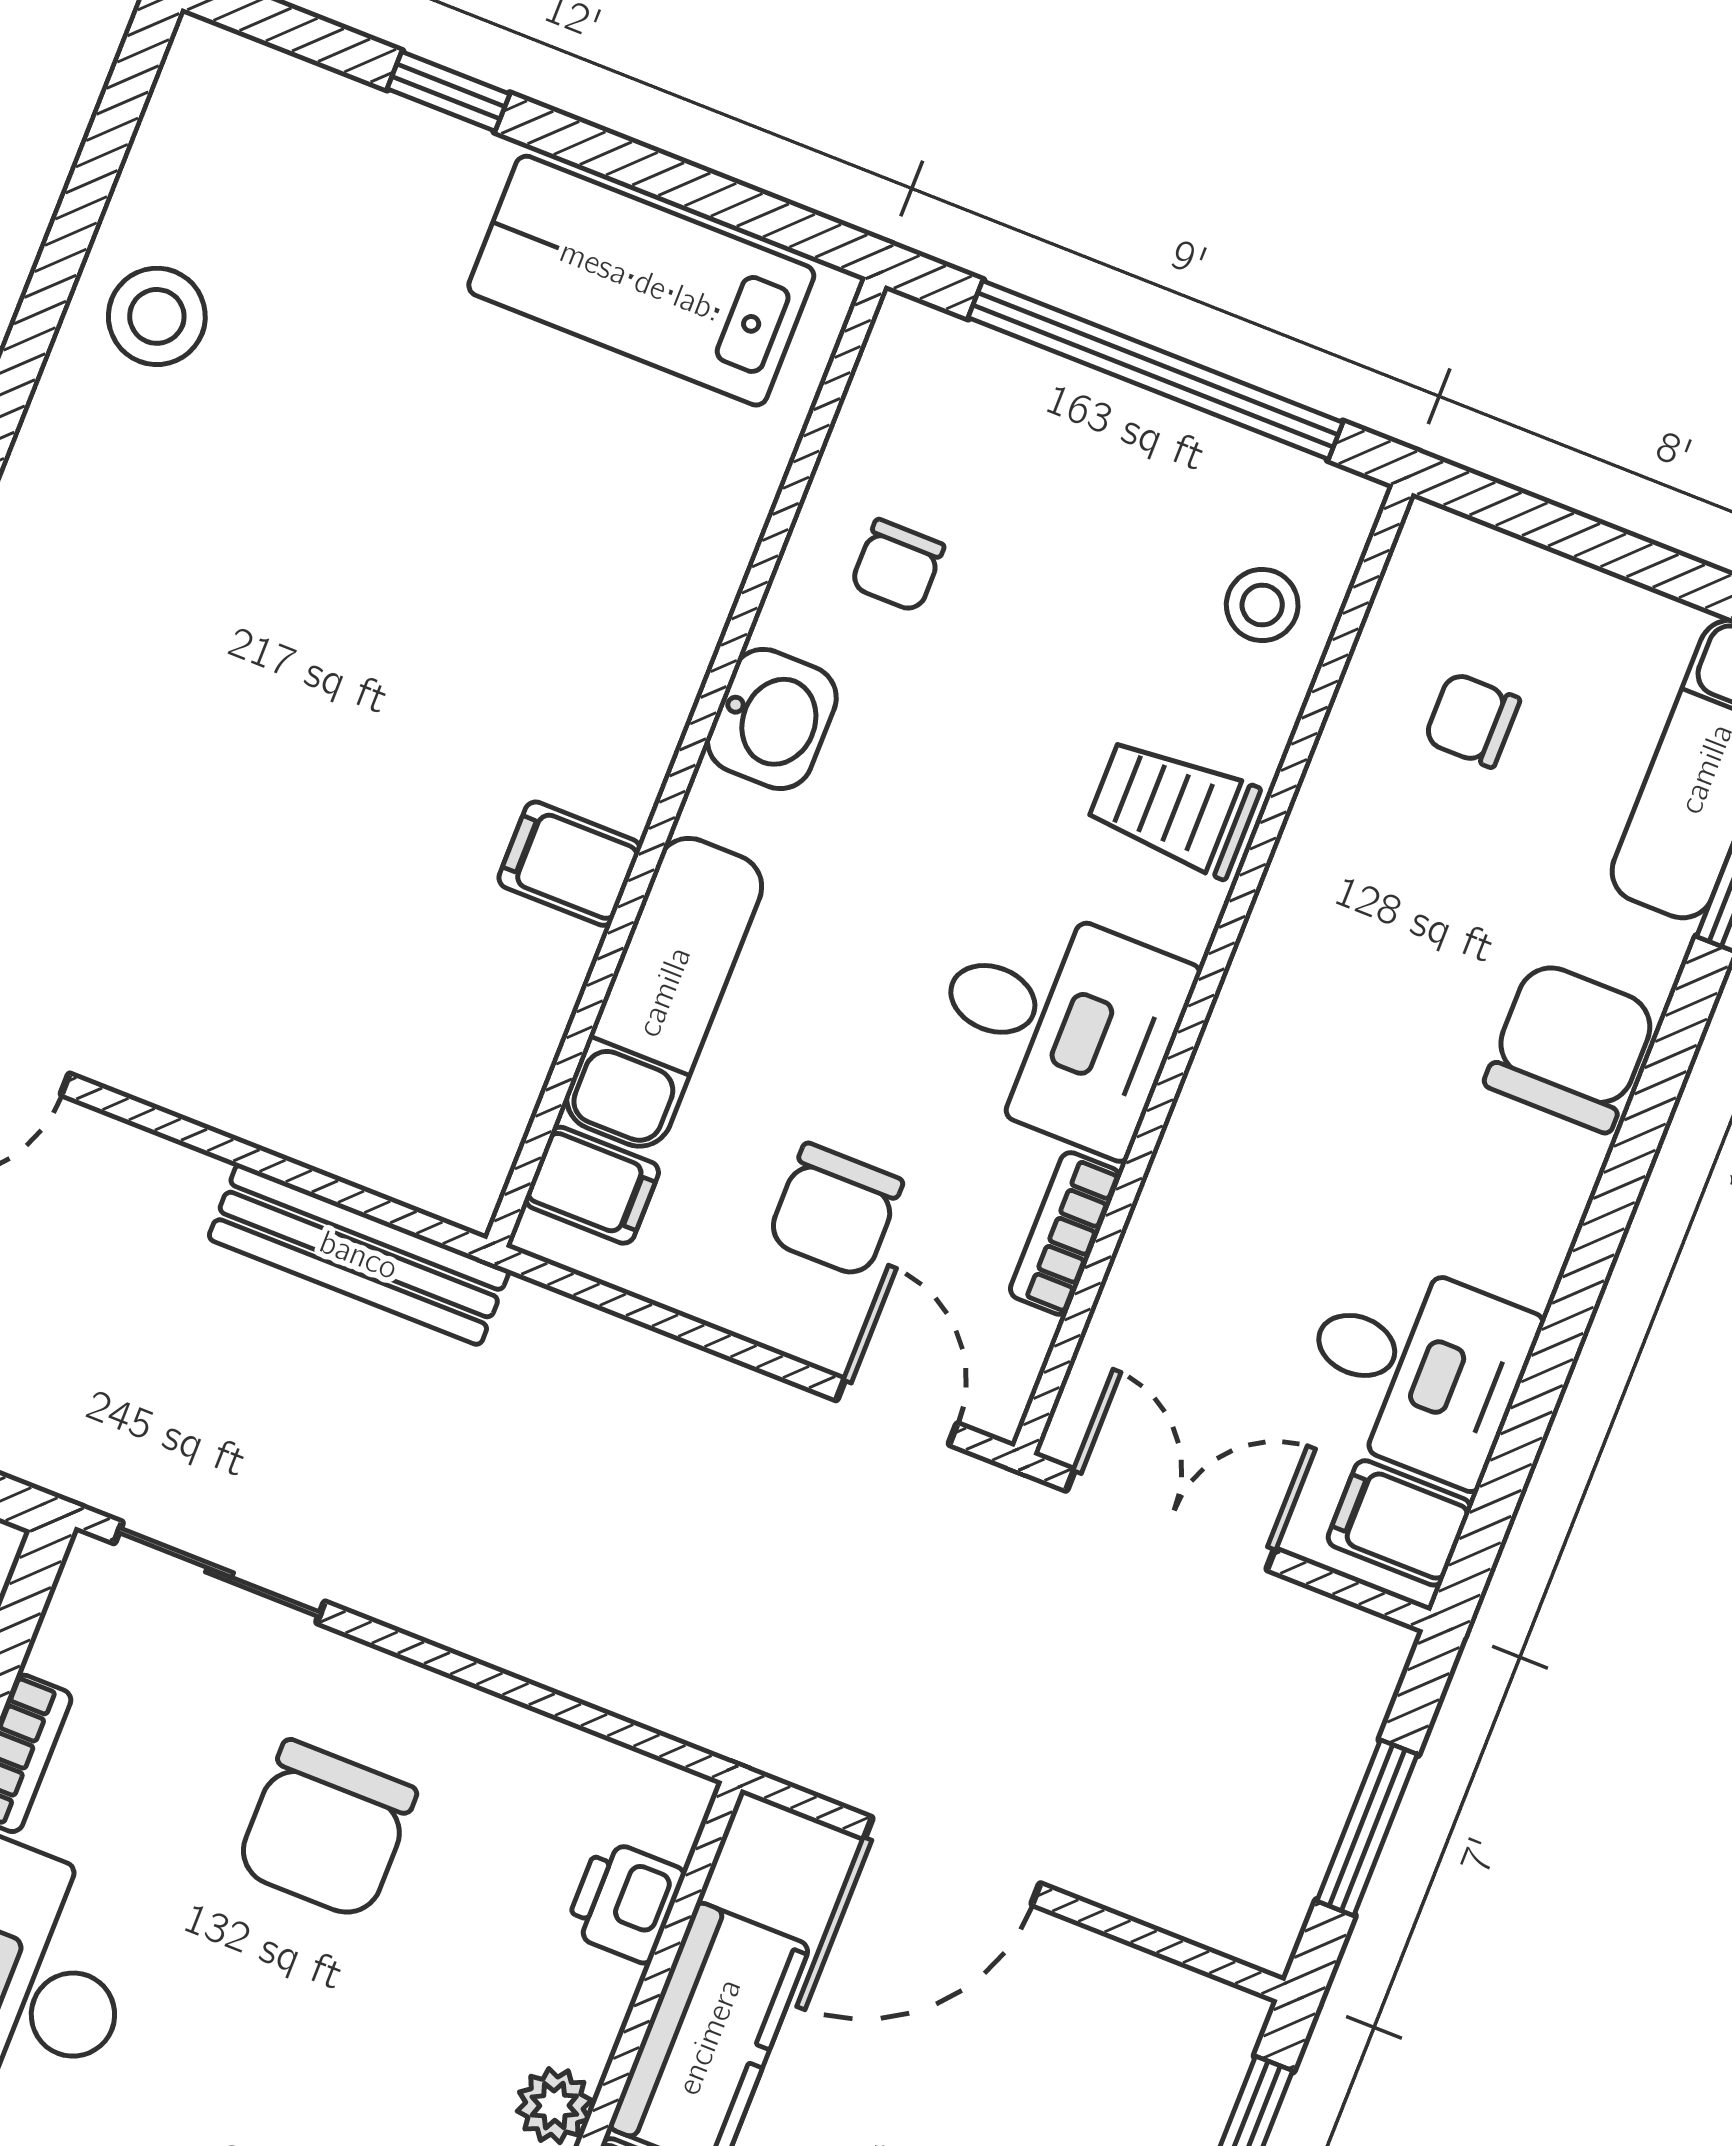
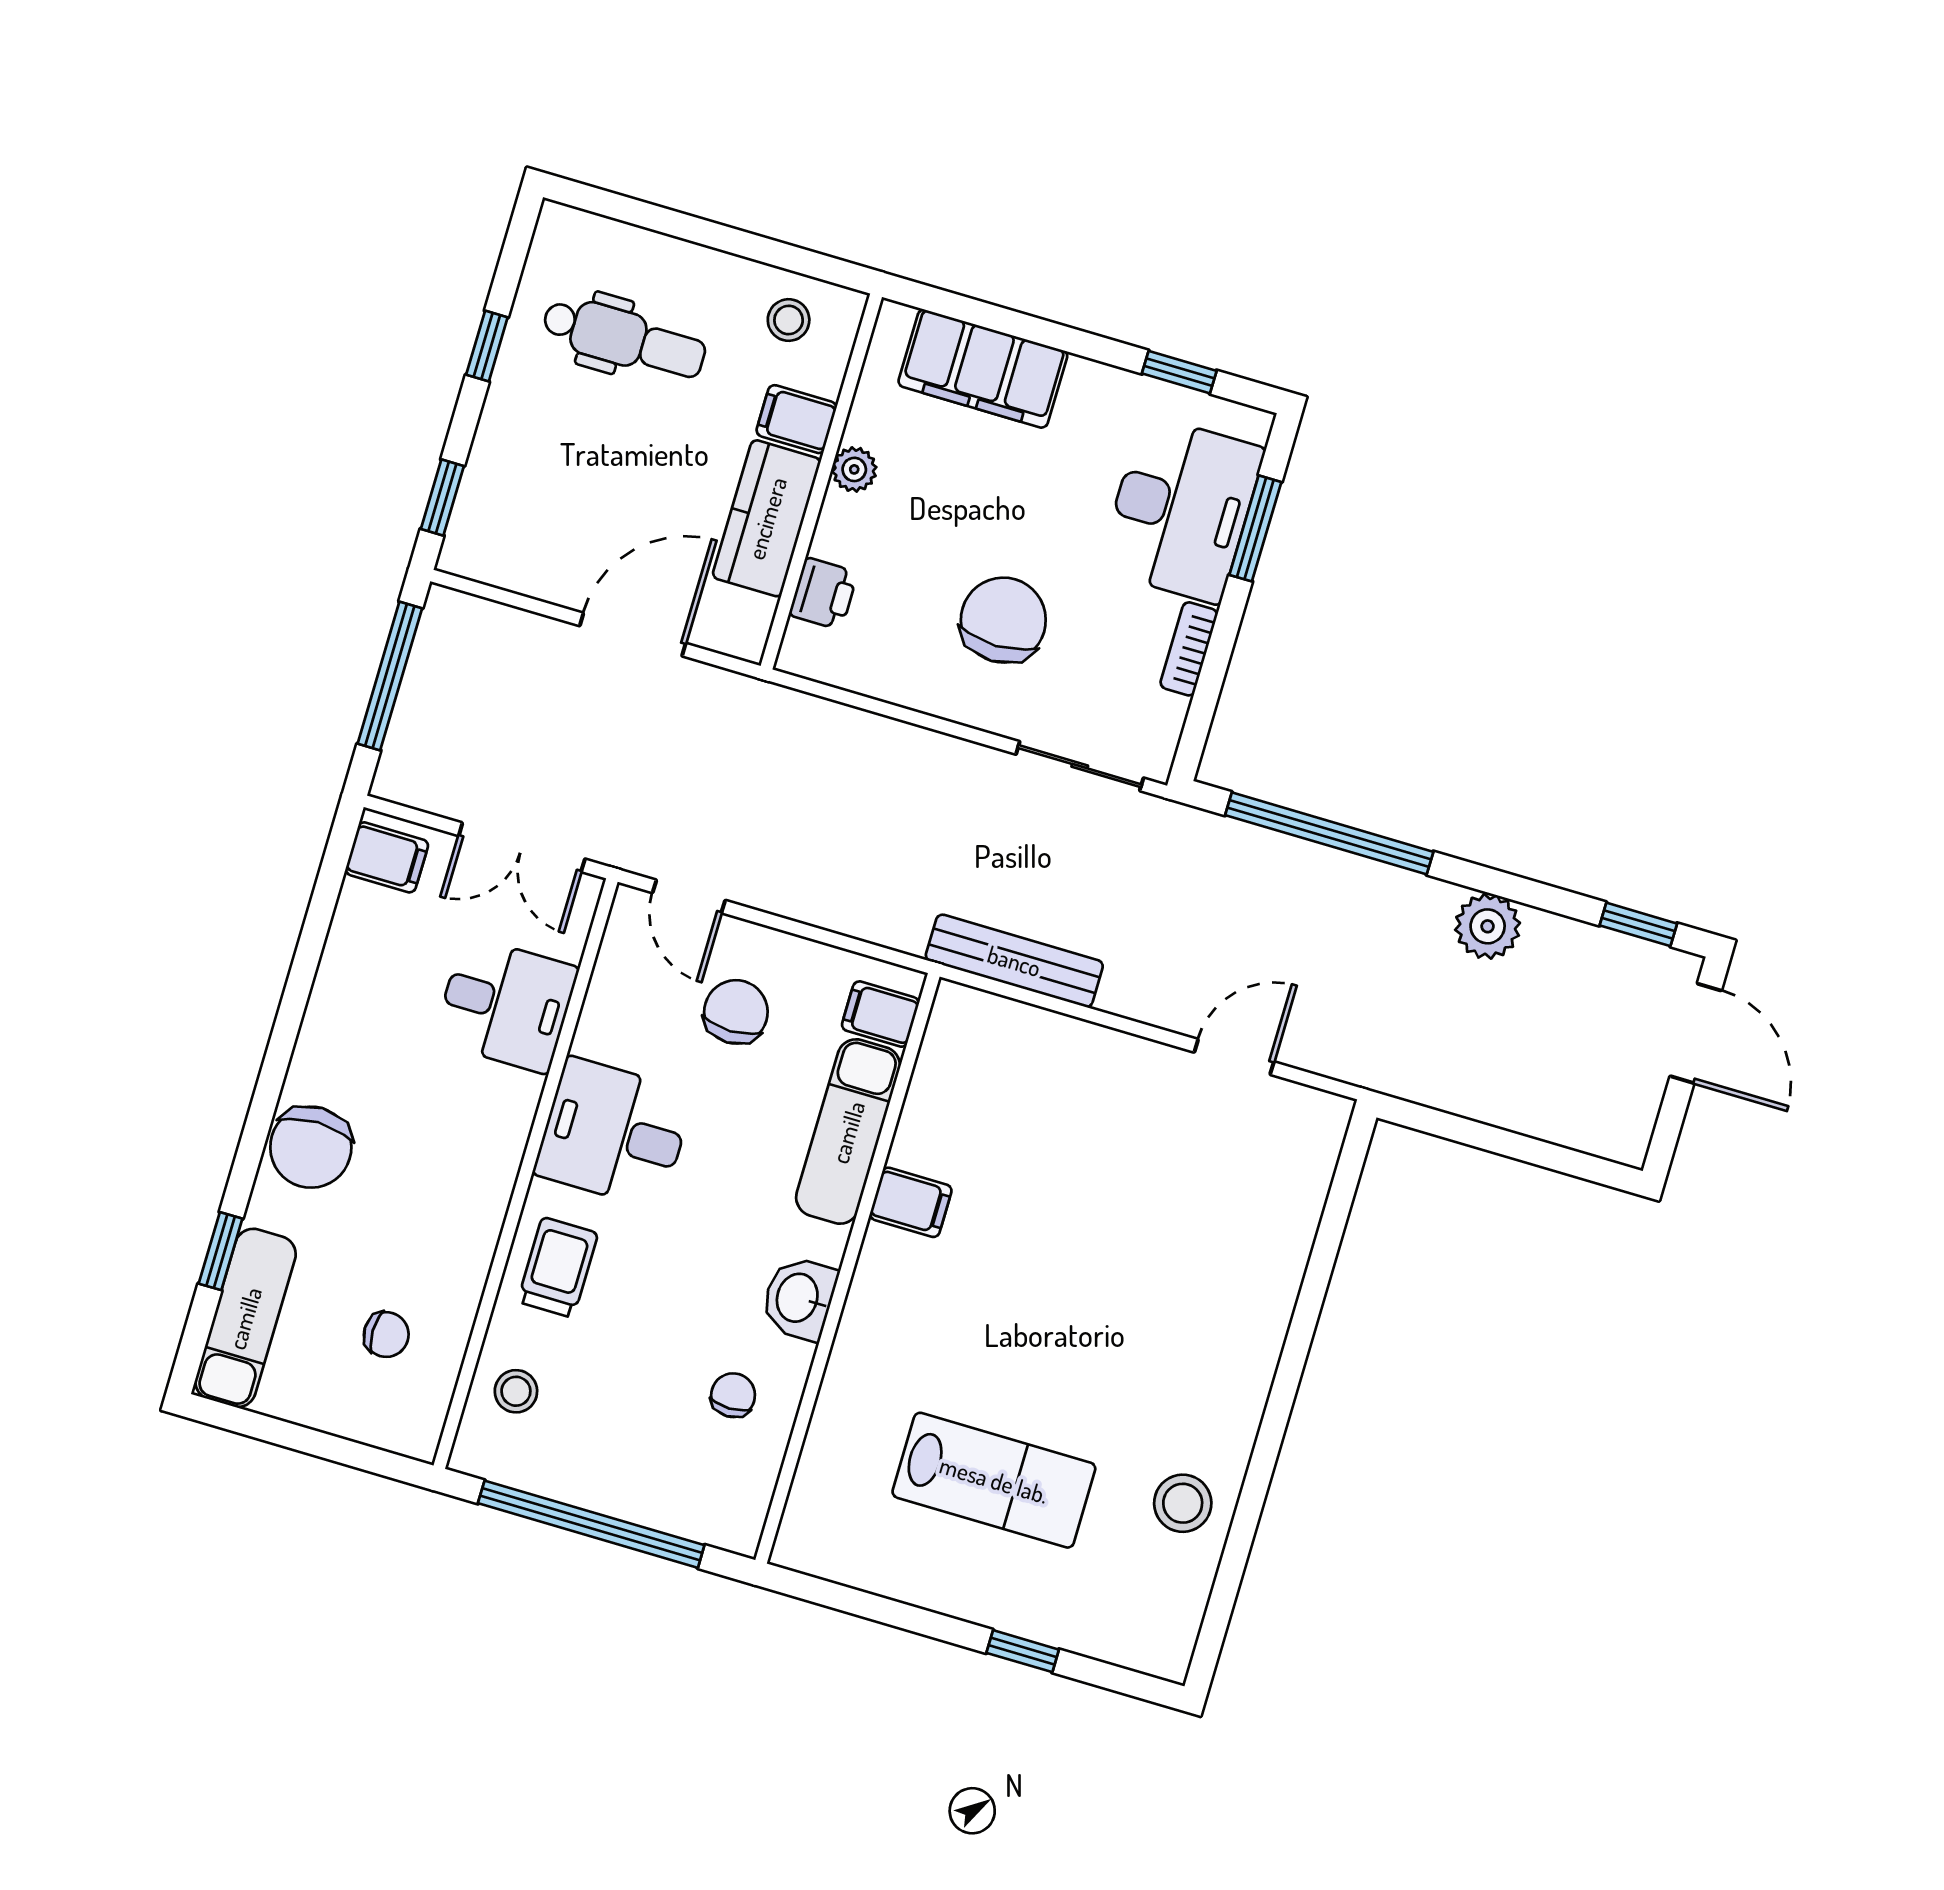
lab bench: (641, 281) -> (994, 1480), moved
trolley: (1173, 807) -> (558, 1267), turned -90
bookcase: (1065, 1234) -> (599, 1010), removed
desk: (1416, 1369) -> (506, 1004), moved, turned 180
window: (1367, 1828) -> (390, 676), width x1.44

